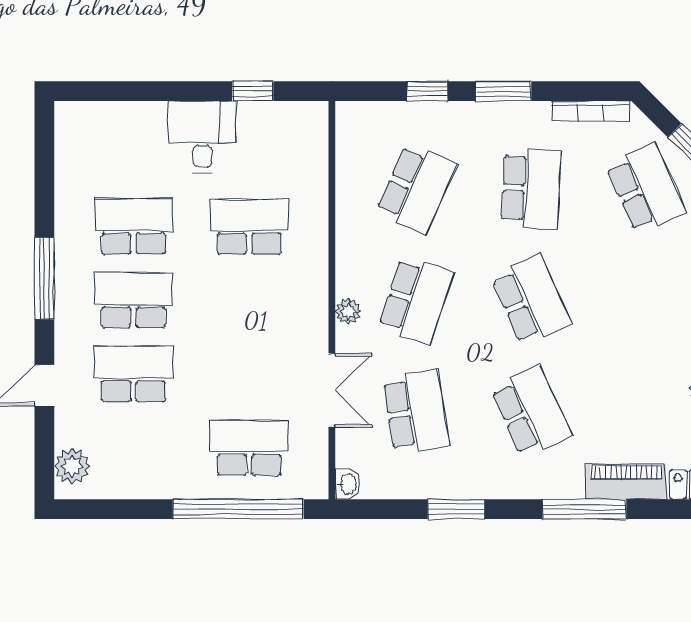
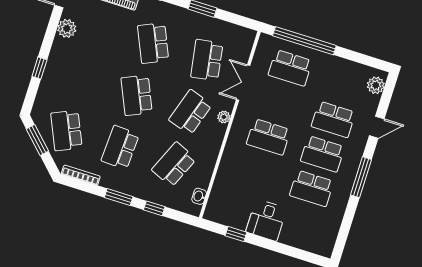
school desk: (249, 226) -> (268, 137), moved
washbasin: (348, 484) -> (199, 196), moved

